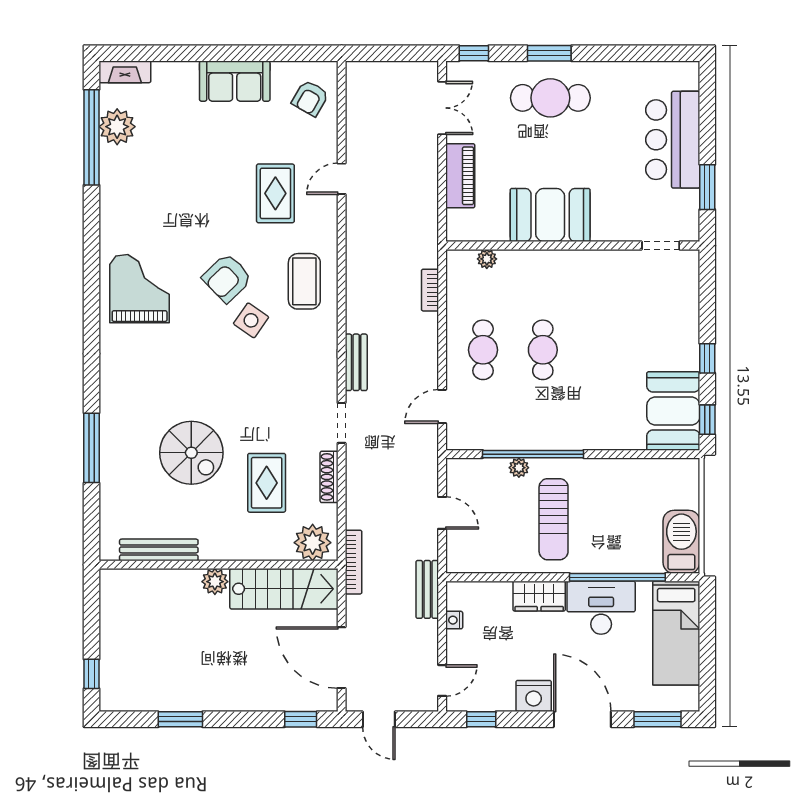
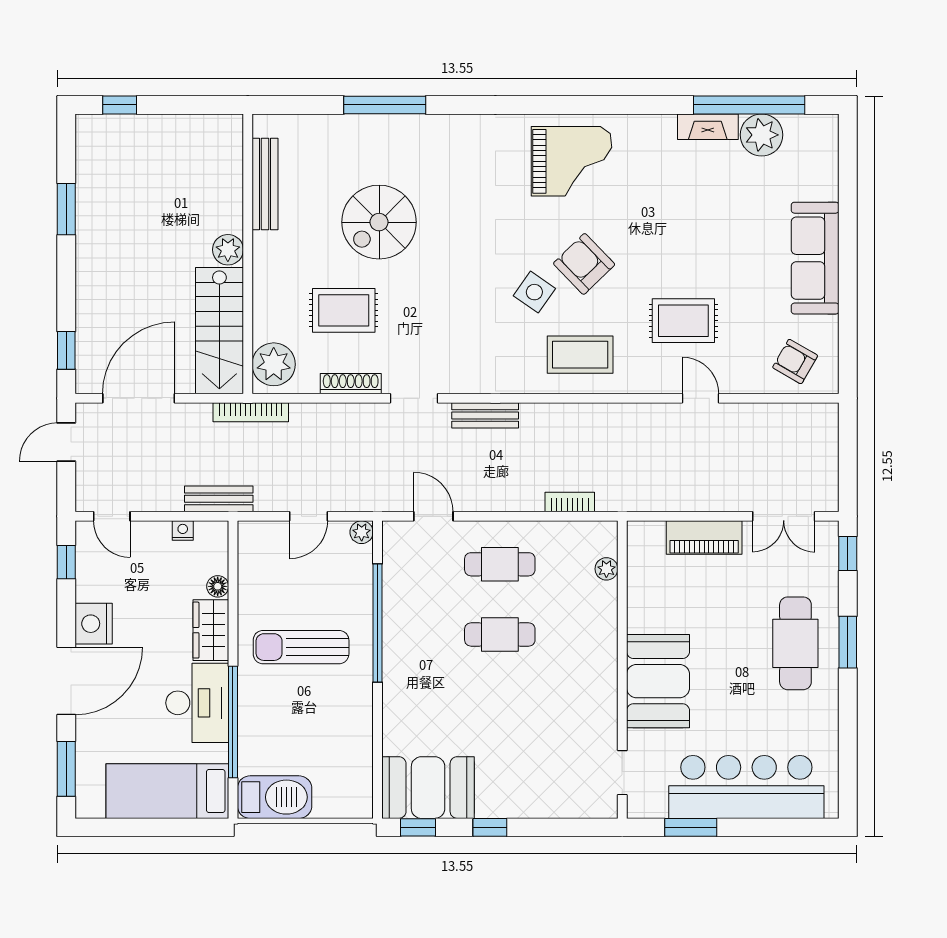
fireplace: (125, 72) -> (708, 127), moved, turned -90
sofa: (235, 81) -> (815, 258), width x1.36
bar counter: (673, 140) -> (746, 787), width x1.36
booth: (550, 215) -> (658, 681), moved
plant: (519, 468) -> (362, 532), moved
floor lamp: (502, 590) -> (218, 586), added

